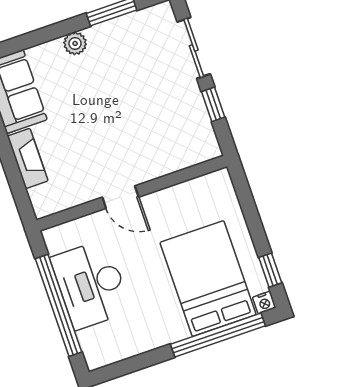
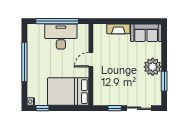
plant: (75, 43) -> (153, 67), width x1.88, depth x1.88
bed: (208, 279) -> (68, 92), moved, turned 180
window: (218, 335) -> (24, 62), moved

